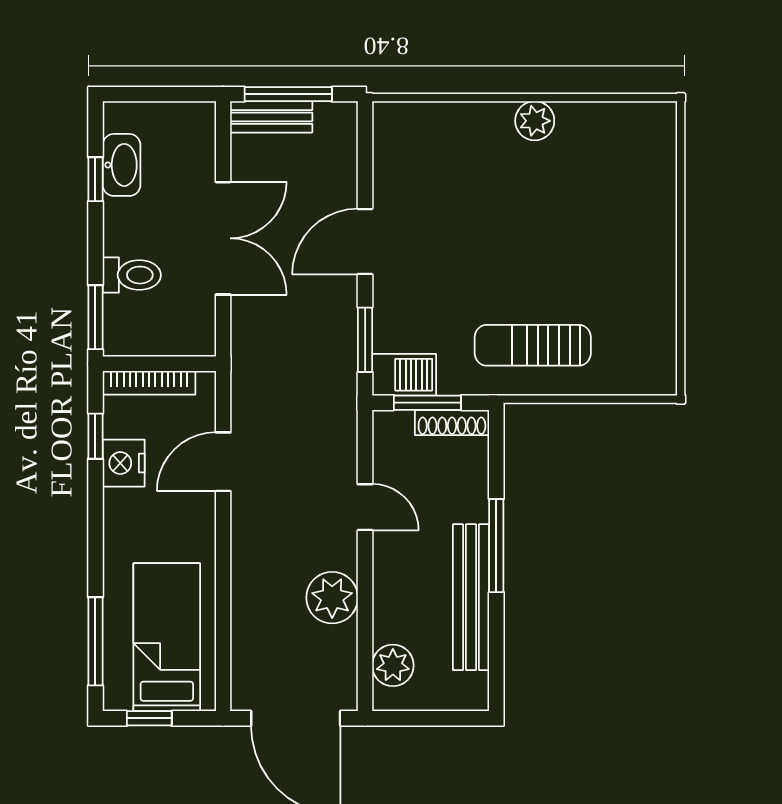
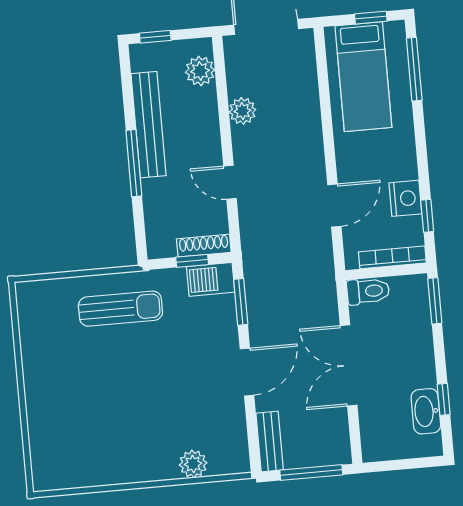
bench: (271, 117) -> (270, 442), moved, turned 90
plant: (535, 121) -> (193, 464), moved
toilet: (132, 275) -> (368, 291), moved, turned 180
window: (427, 403) -> (192, 261), width x0.67
shoe rack: (452, 422) -> (204, 246), moved
plant: (332, 598) -> (242, 111), width x0.73, depth x0.73
window: (451, 718) -> (155, 37), added

